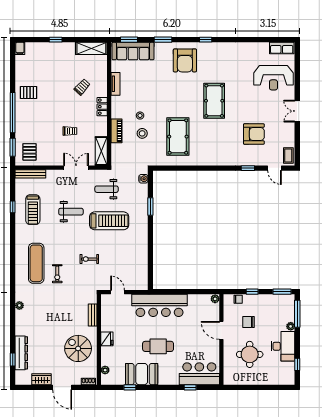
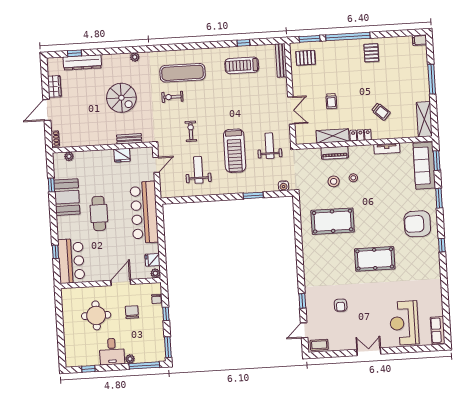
window: (56, 40) -> (432, 79), width x2.17
armchair: (254, 134) -> (341, 305), width x0.53, depth x0.53
shelving: (101, 151) -> (333, 136), moved
weight bench: (71, 212) -> (198, 170), moved, turned 180
fridge: (203, 301) -> (153, 260), added
fridge: (107, 339) -> (122, 155), moved
desk: (283, 346) -> (112, 352), width x0.73
spiral stairs: (78, 348) -> (121, 98), moved, turned 90

